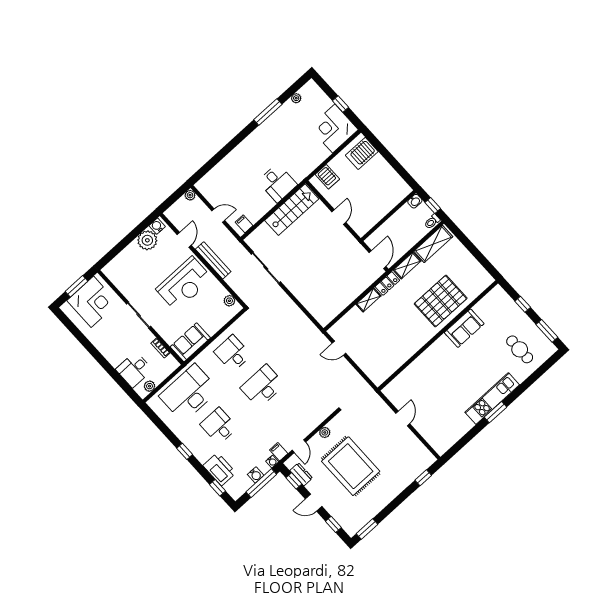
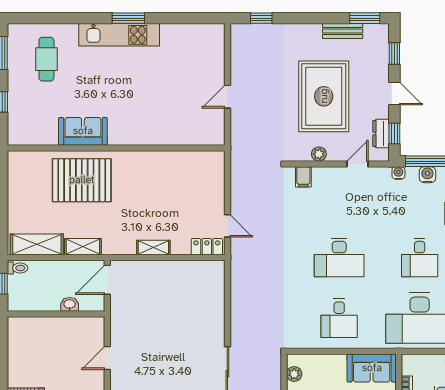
washbasin: (415, 201) -> (70, 304), moved
locker: (387, 283) -> (207, 247), moved
filing cabinet: (279, 452) -> (303, 177), moved
bench: (373, 511) -> (343, 31), added

